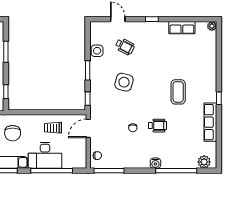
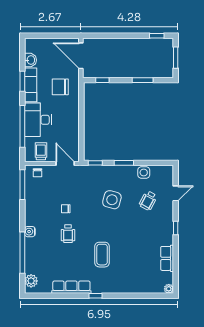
coffee table: (178, 92) -> (102, 255), turned 90
trolley: (53, 128) -> (41, 151), moved

